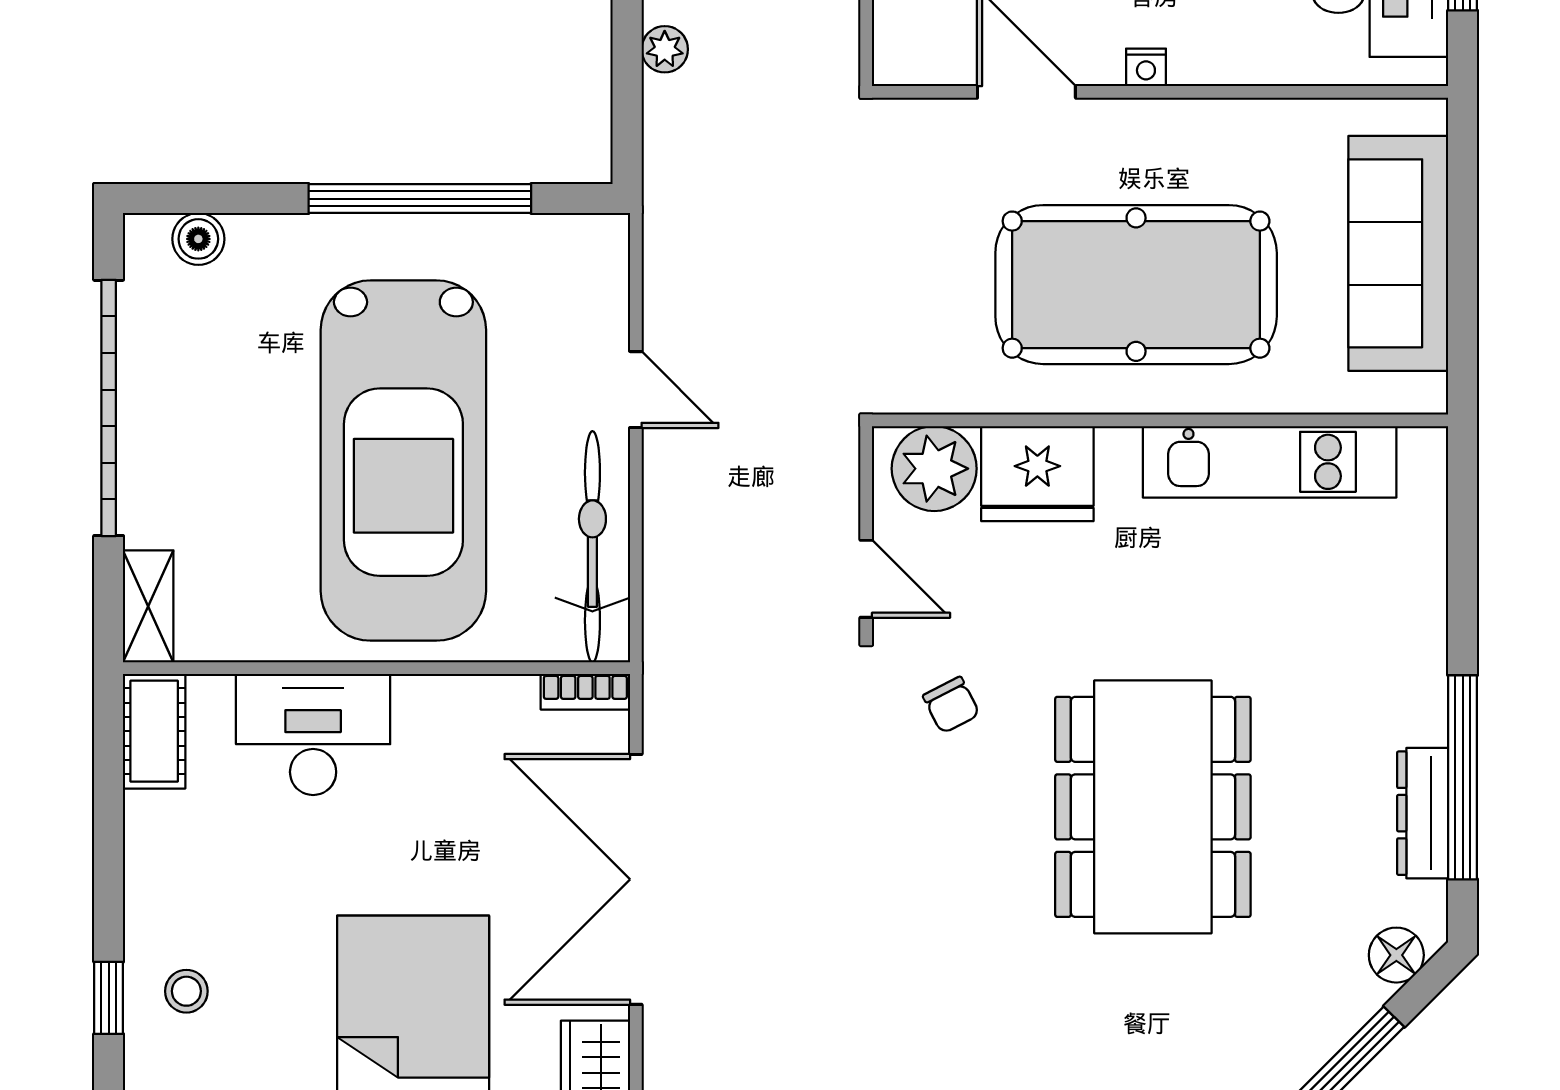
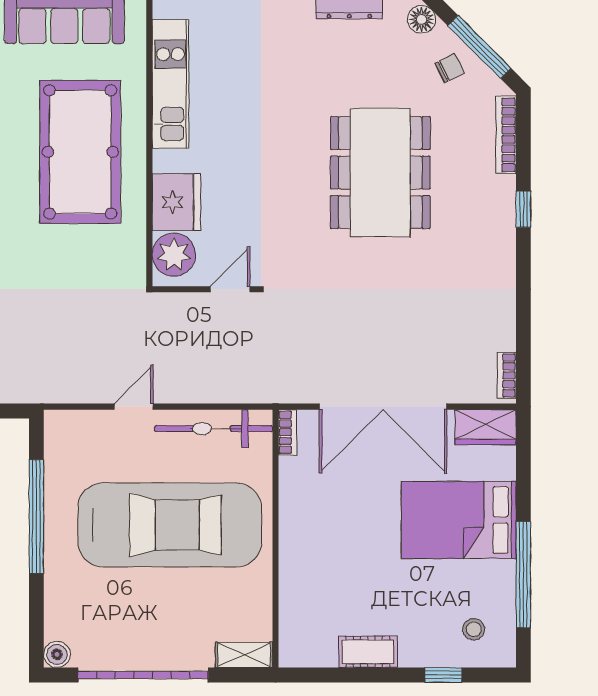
boiler: (198, 239) -> (57, 654), moved
chair: (951, 705) -> (450, 68), moved
cot: (154, 731) -> (368, 652), moved
desk: (313, 734) -> (309, 571), removed
dining table: (1153, 807) -> (380, 173), moved, turned 90
stool: (186, 991) -> (474, 629), moved

